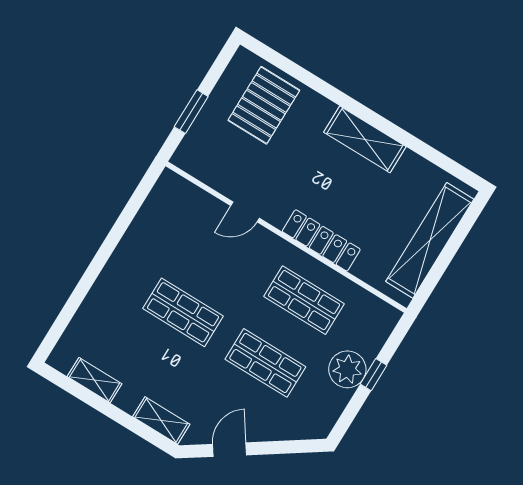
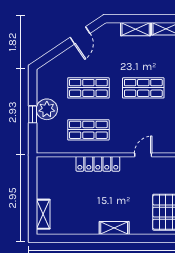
shelving: (365, 139) -> (114, 228), width x0.67, depth x0.75
shelving: (430, 240) -> (43, 214), width x0.45, depth x0.75
shelving: (161, 420) -> (136, 29), moved

